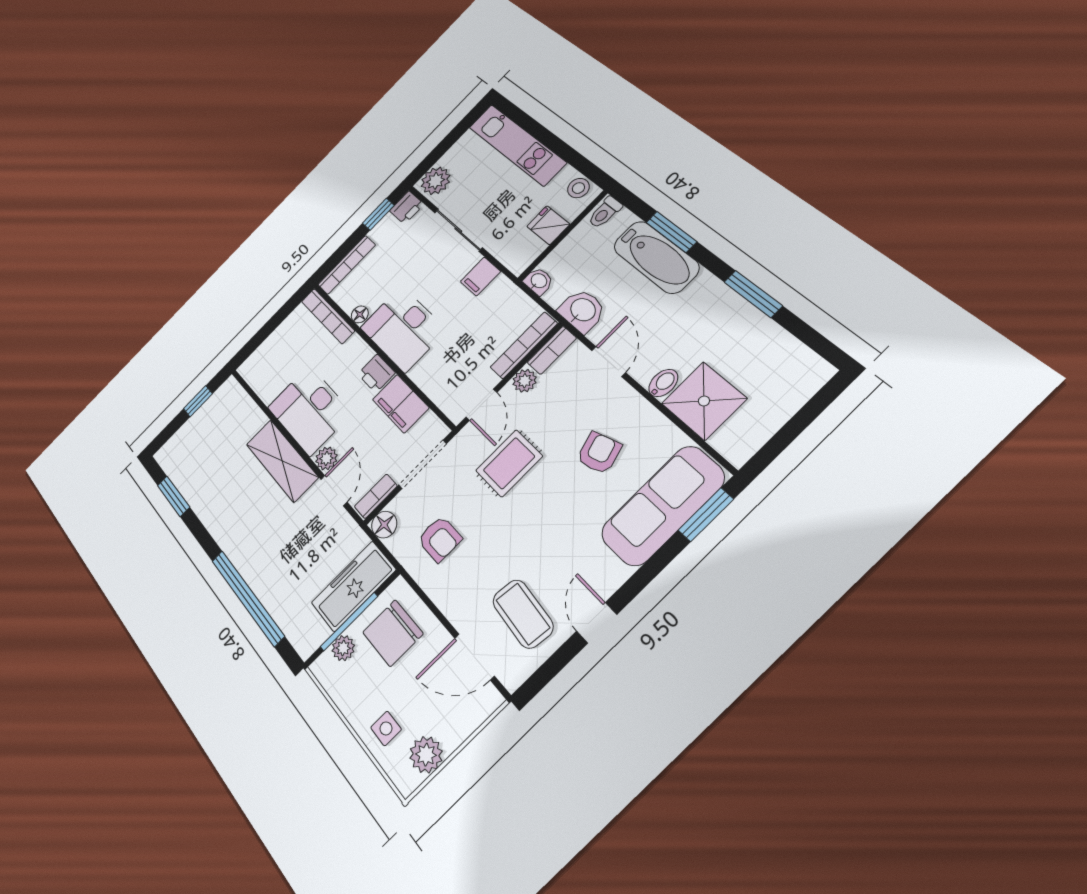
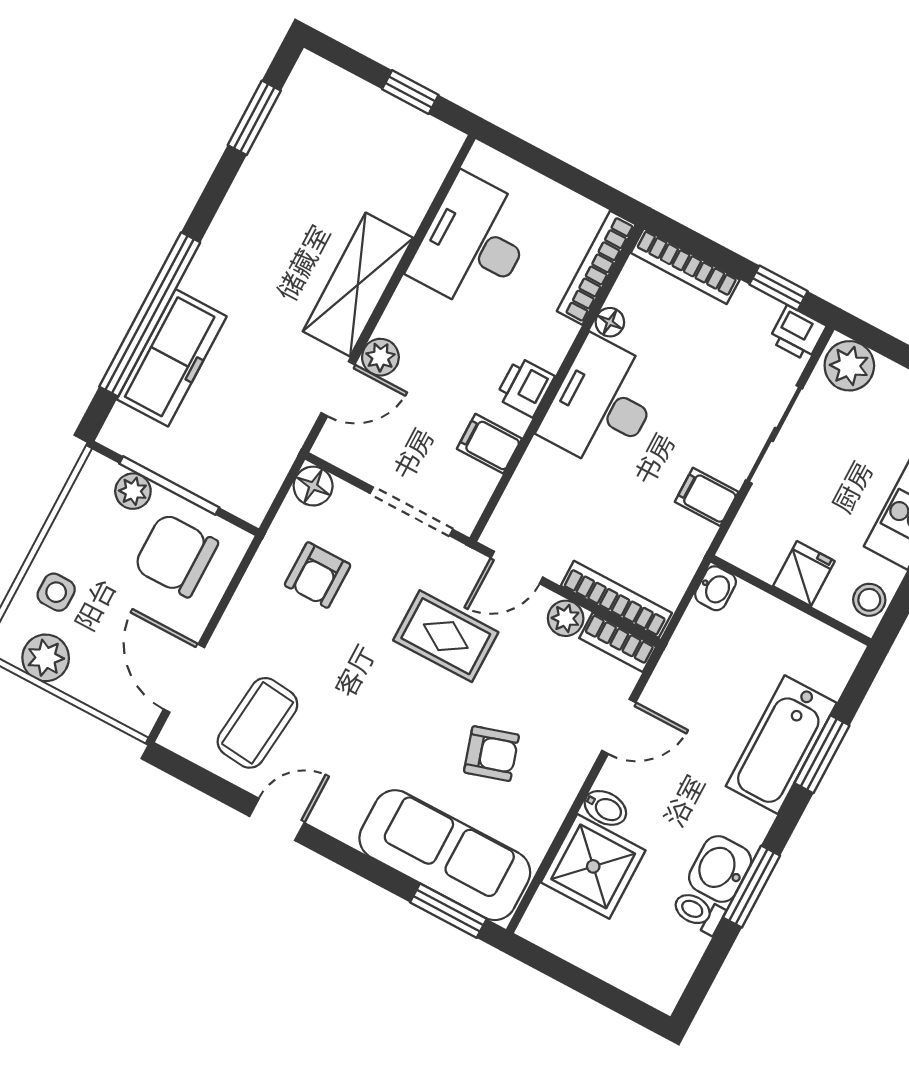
toilet: (605, 212) -> (698, 912), moved
washbasin: (582, 310) -> (720, 869), moved, turned 180
filing cabinet: (401, 404) -> (489, 444), width x0.50
desk: (309, 410) -> (473, 243), moved
bookcase: (376, 496) -> (348, 458), removed
freezer: (353, 586) -> (172, 358), moved, turned 90

